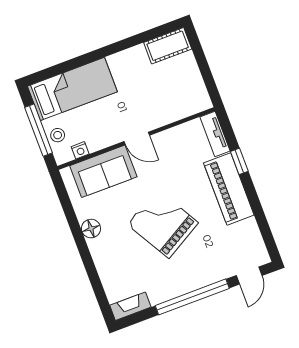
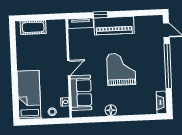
cot: (168, 46) -> (33, 27), moved, turned 90
window: (39, 130) -> (46, 121), removed
grand piano: (163, 224) -> (121, 69), turned 120

